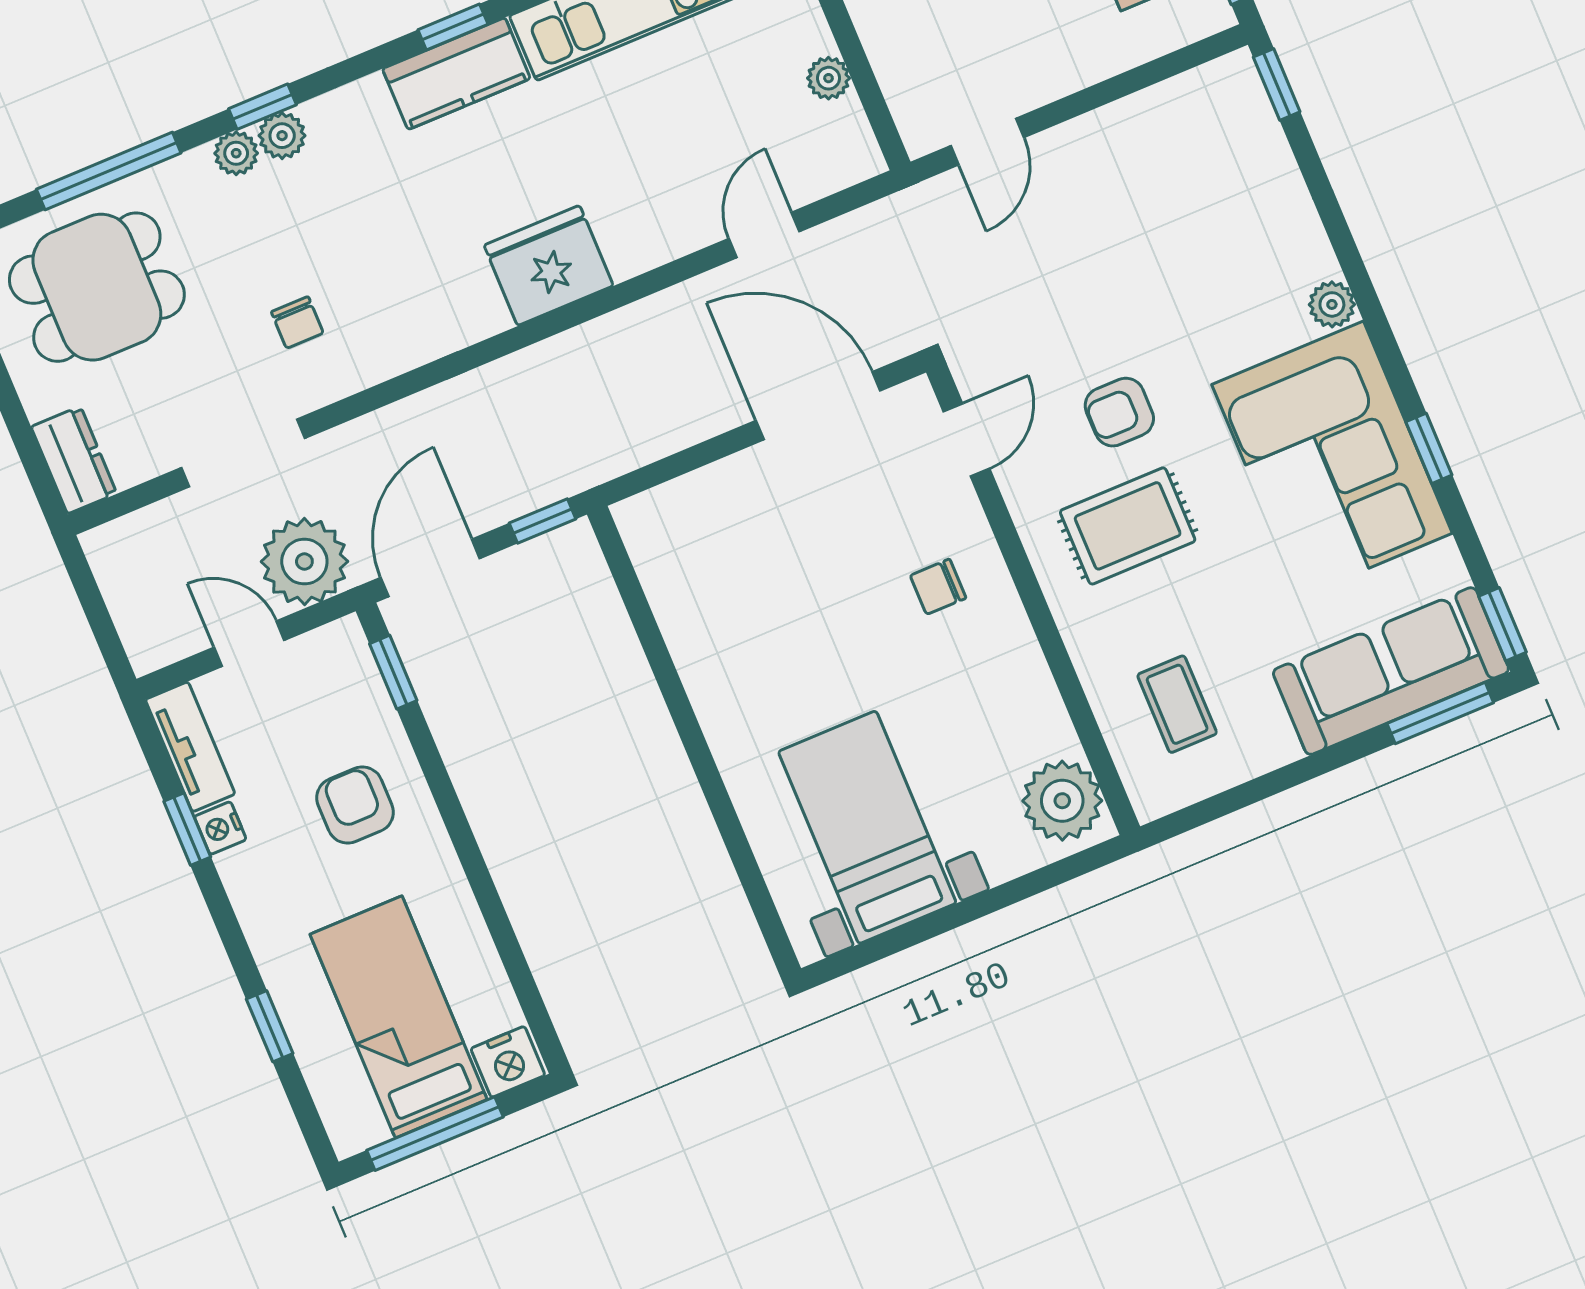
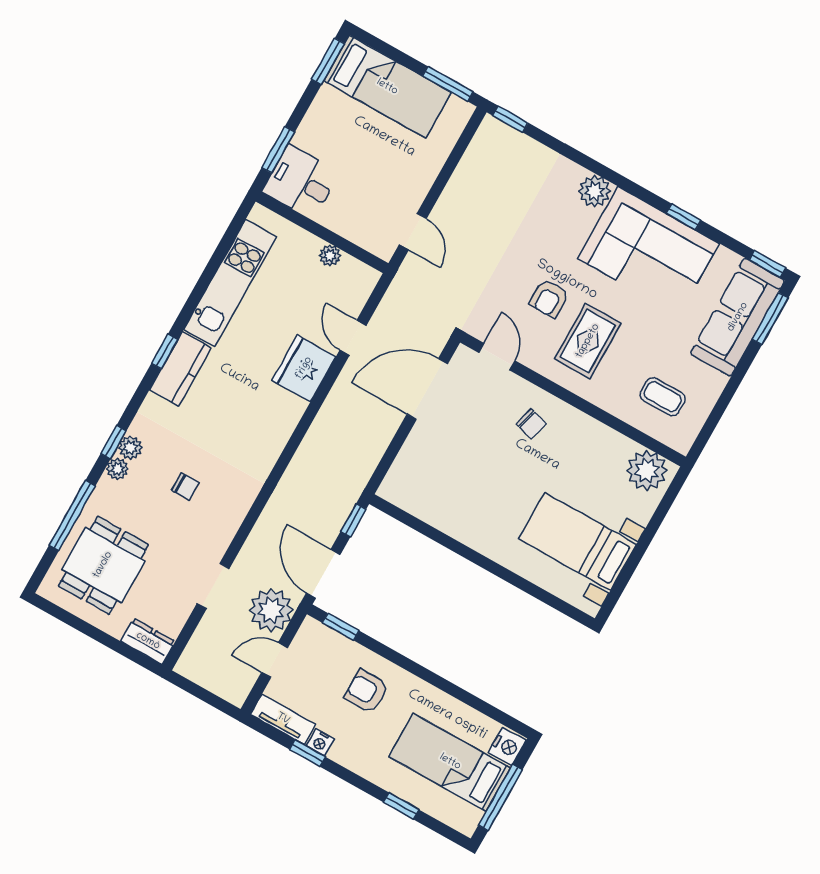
fridge: (549, 265) -> (304, 368), moved
plant: (1332, 304) -> (595, 191), width x1.38, depth x1.38
chair: (297, 322) -> (185, 486), moved
doorway: (243, 453) -> (213, 586), width x0.73
chair: (938, 587) -> (531, 424), turned -75

